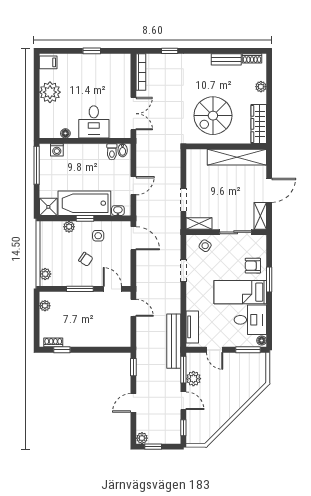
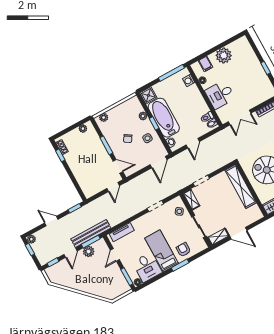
filing cabinet: (48, 62) -> (206, 64), moved
shelving: (237, 157) -> (241, 186), moved
door: (133, 186) -> (193, 143), hinge flipped
door: (112, 289) -> (118, 166), hinge flipped
bench: (174, 341) -> (91, 233), moved

